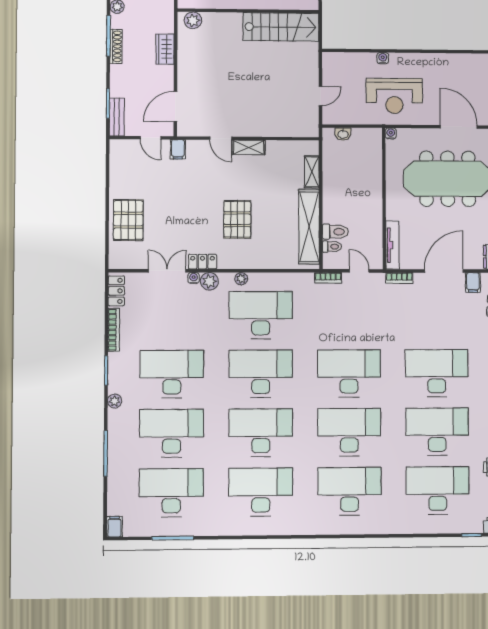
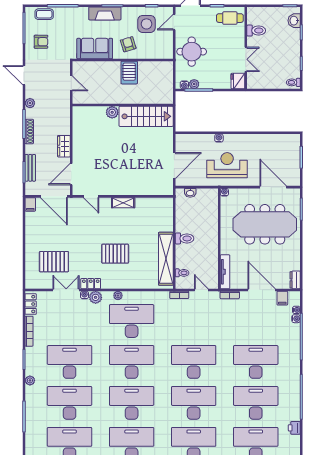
plant: (193, 20) -> (112, 112), moved
wardrobe: (165, 49) -> (64, 146), moved
door: (320, 96) -> (174, 166), width x1.88
reception desk: (394, 96) -> (227, 165), turned 180
bench: (117, 117) -> (30, 168), moved
door: (151, 138) -> (54, 196), width x1.87
door: (221, 138) -> (91, 196), moved
filing cabinet: (178, 149) -> (30, 204), moved
shelving: (312, 172) -> (168, 220), removed
pallet: (237, 219) -> (115, 254), turned 90
pallet: (128, 220) -> (54, 262), moved, turned 90
toilet: (335, 232) -> (184, 238), moved
door: (444, 271) -> (262, 290), hinge flipped

